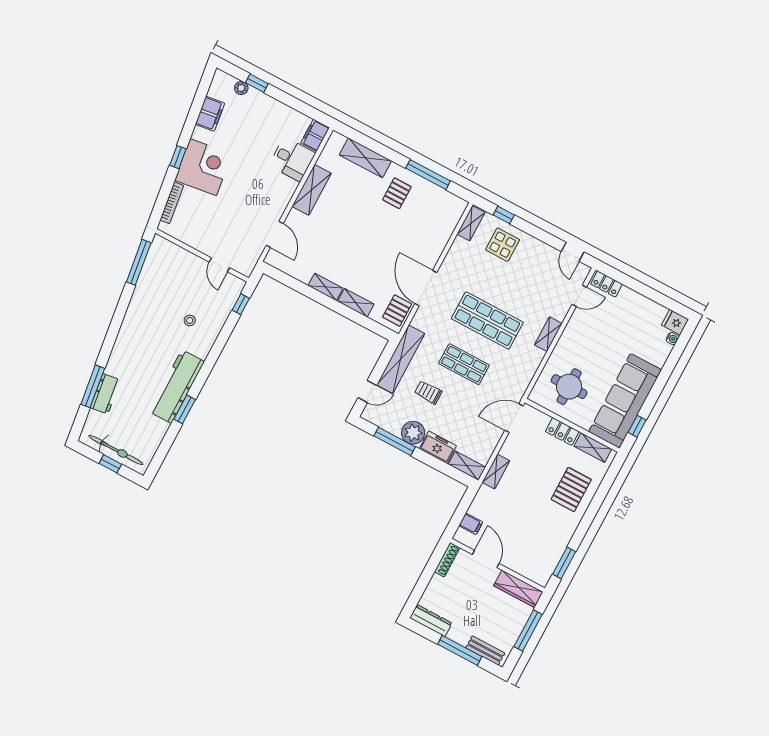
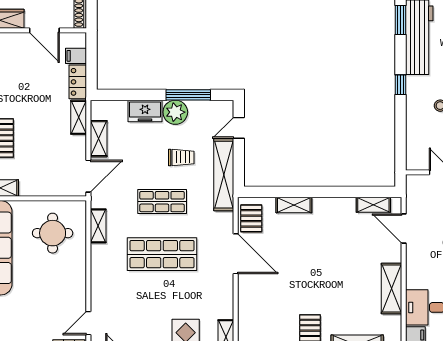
shelving: (326, 287) -> (373, 205), moved
window: (241, 304) -> (401, 85), moved
shelving: (548, 334) -> (98, 226), moved
locker: (562, 431) -> (78, 82), moved, turned -90
shelving: (467, 466) -> (99, 139), moved, turned 90

